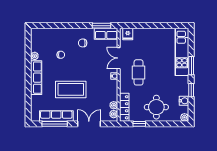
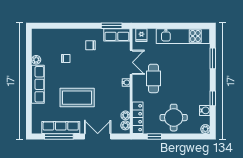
kitchen unit: (182, 52) -> (183, 36), moved, turned -90
double door: (119, 58) -> (131, 62), swing flipped
window: (191, 66) -> (213, 58), moved

